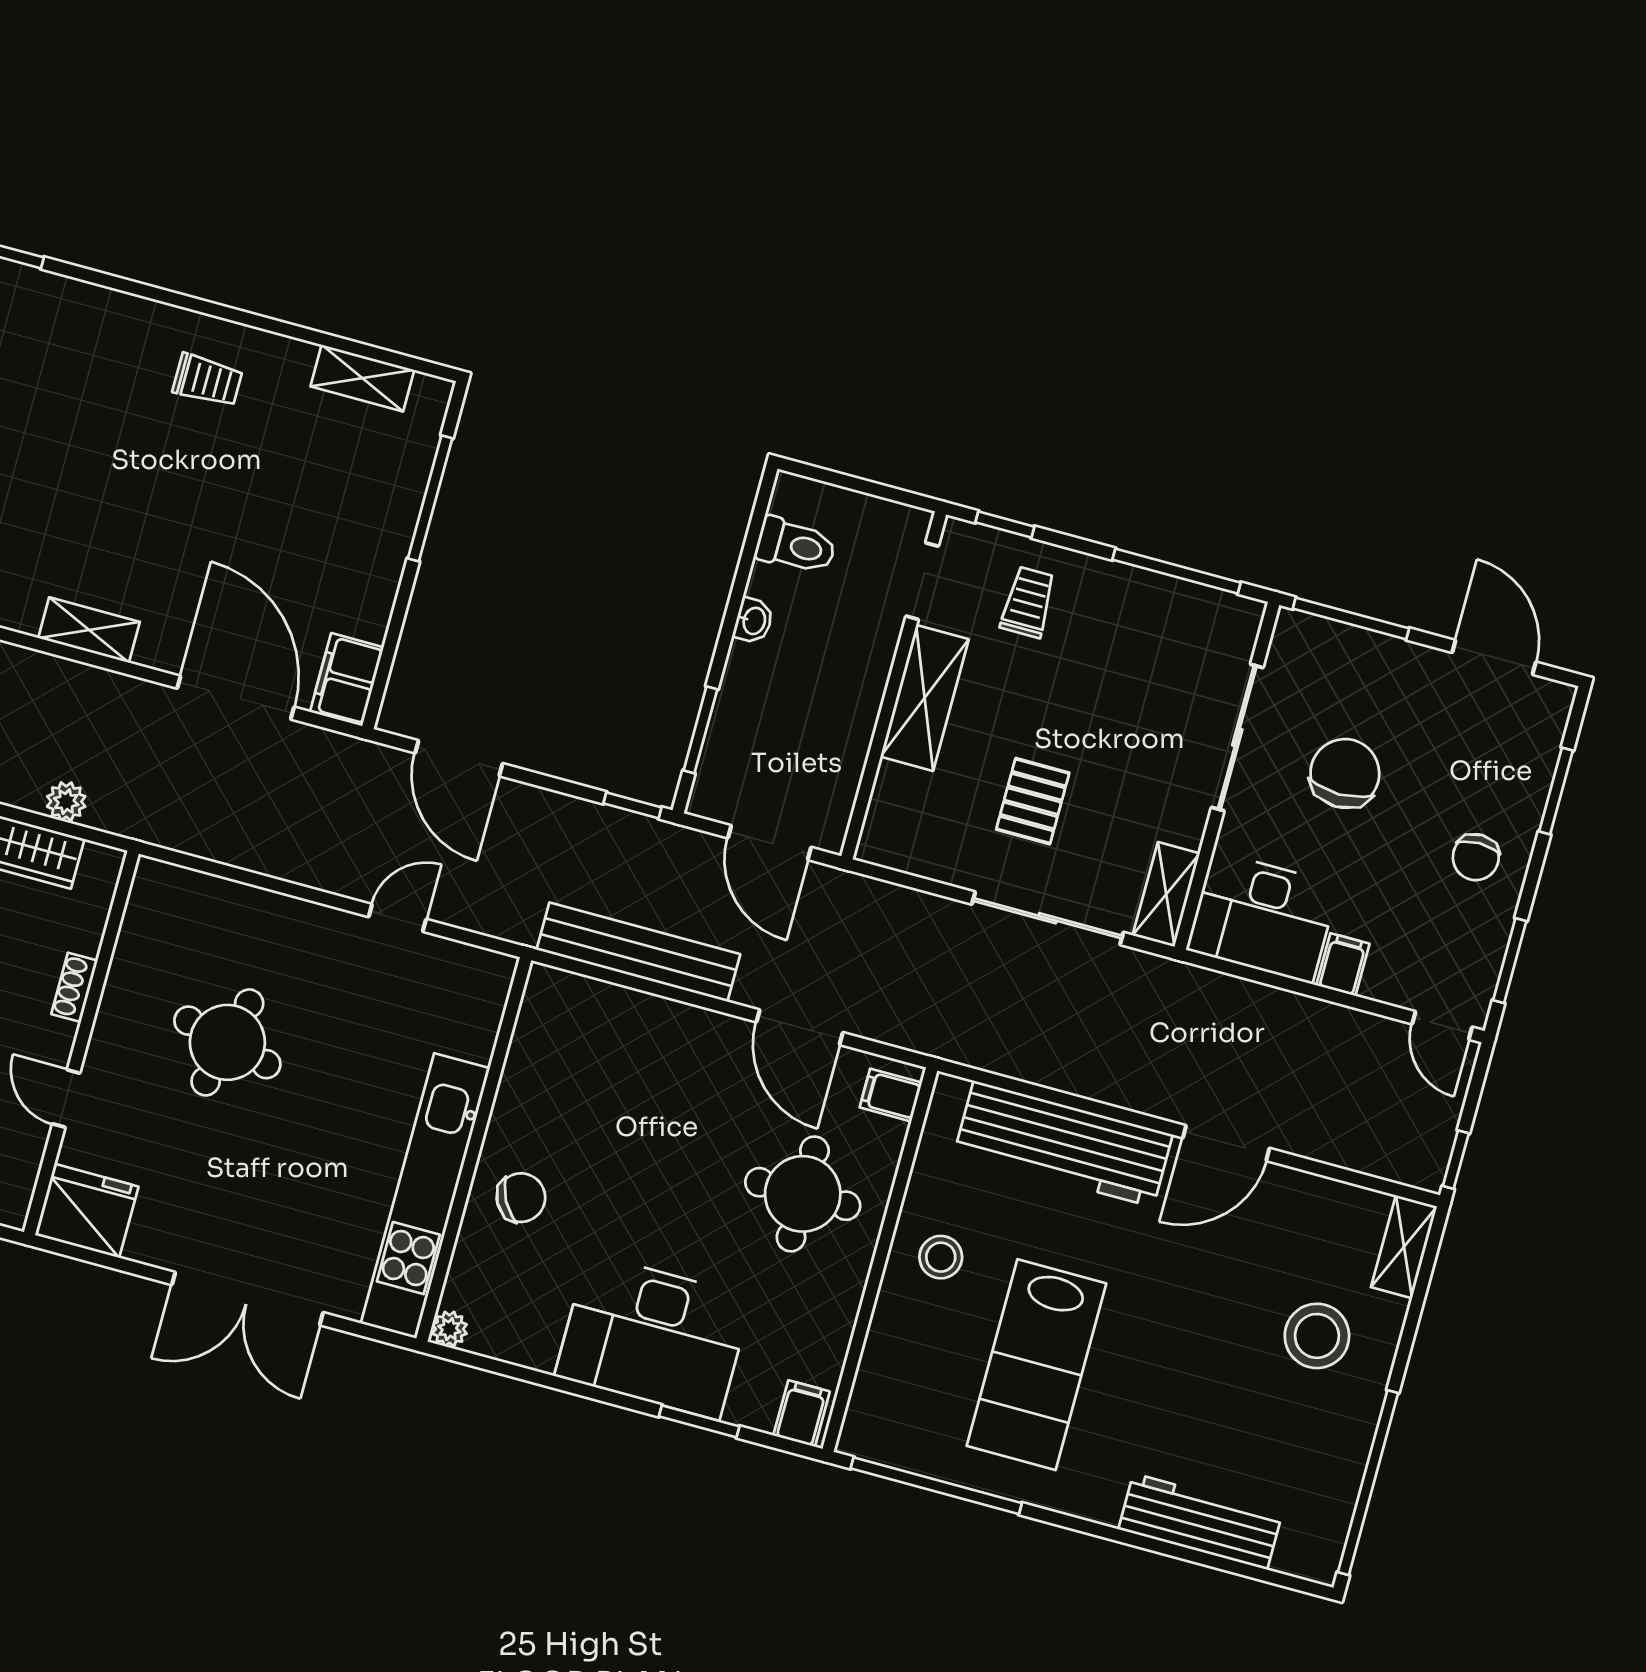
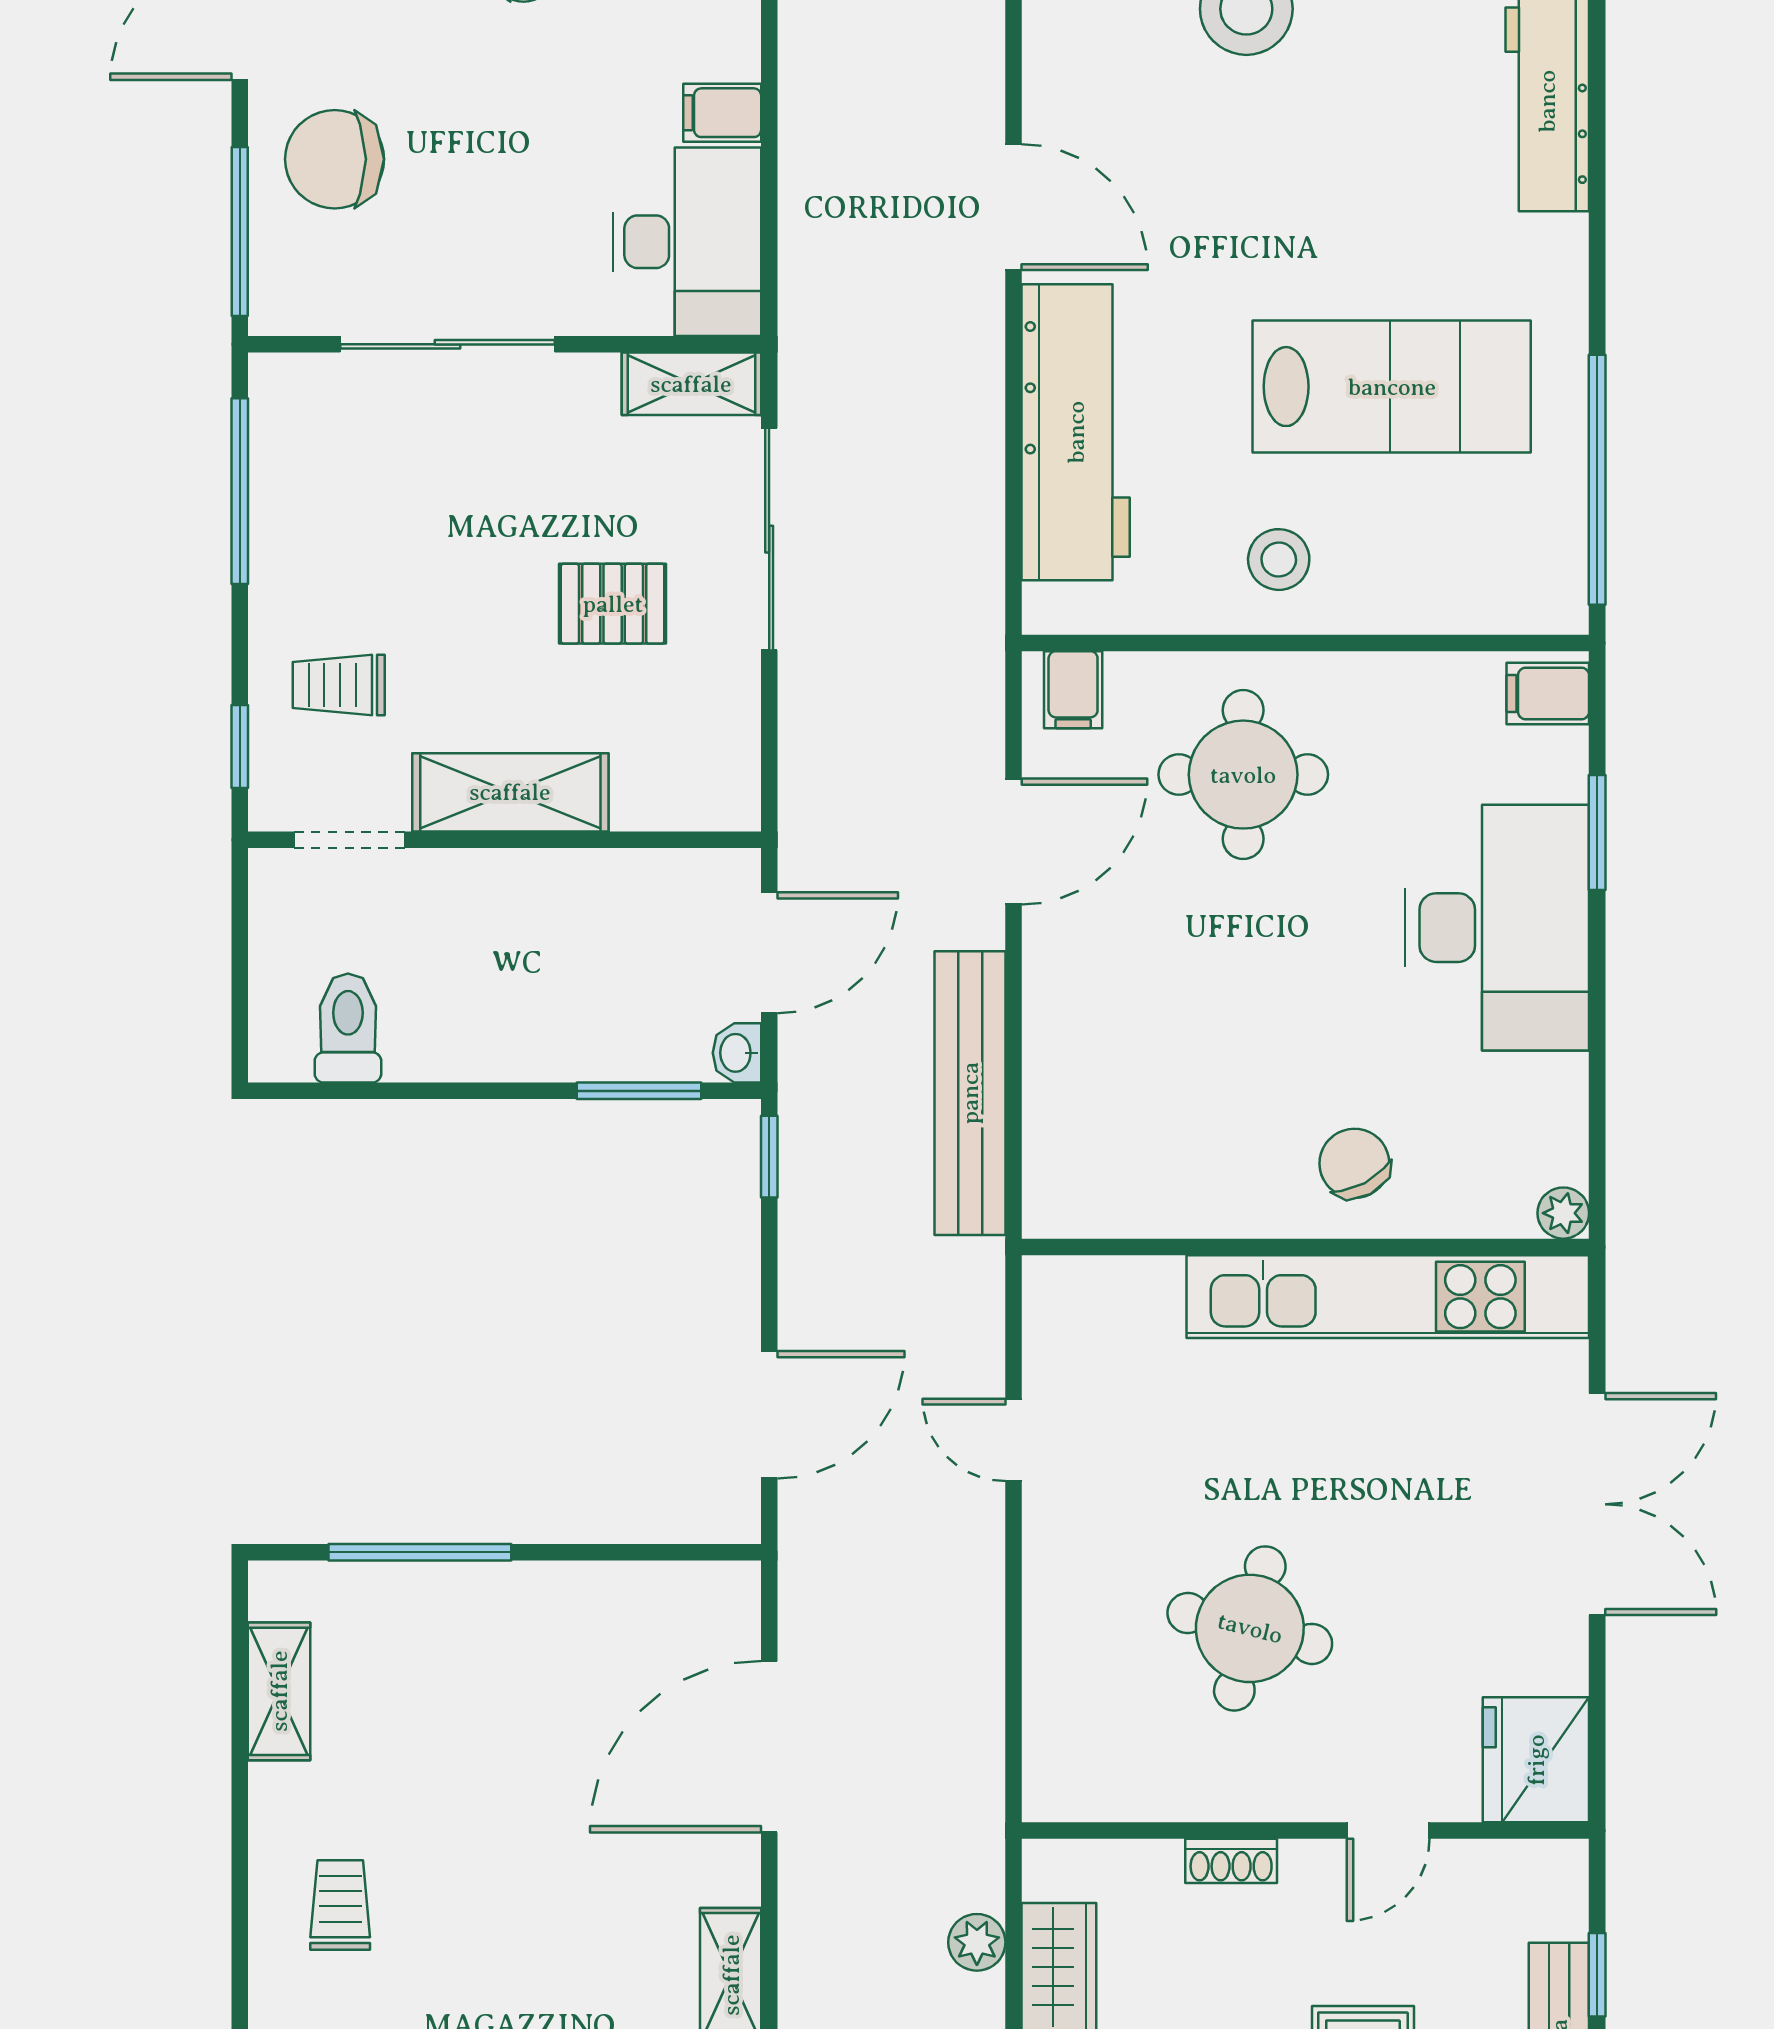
washbasin: (753, 621) -> (737, 1053), moved, turned -90
filing cabinet: (347, 680) -> (702, 1600), removed
chair: (1345, 773) -> (335, 159), moved

